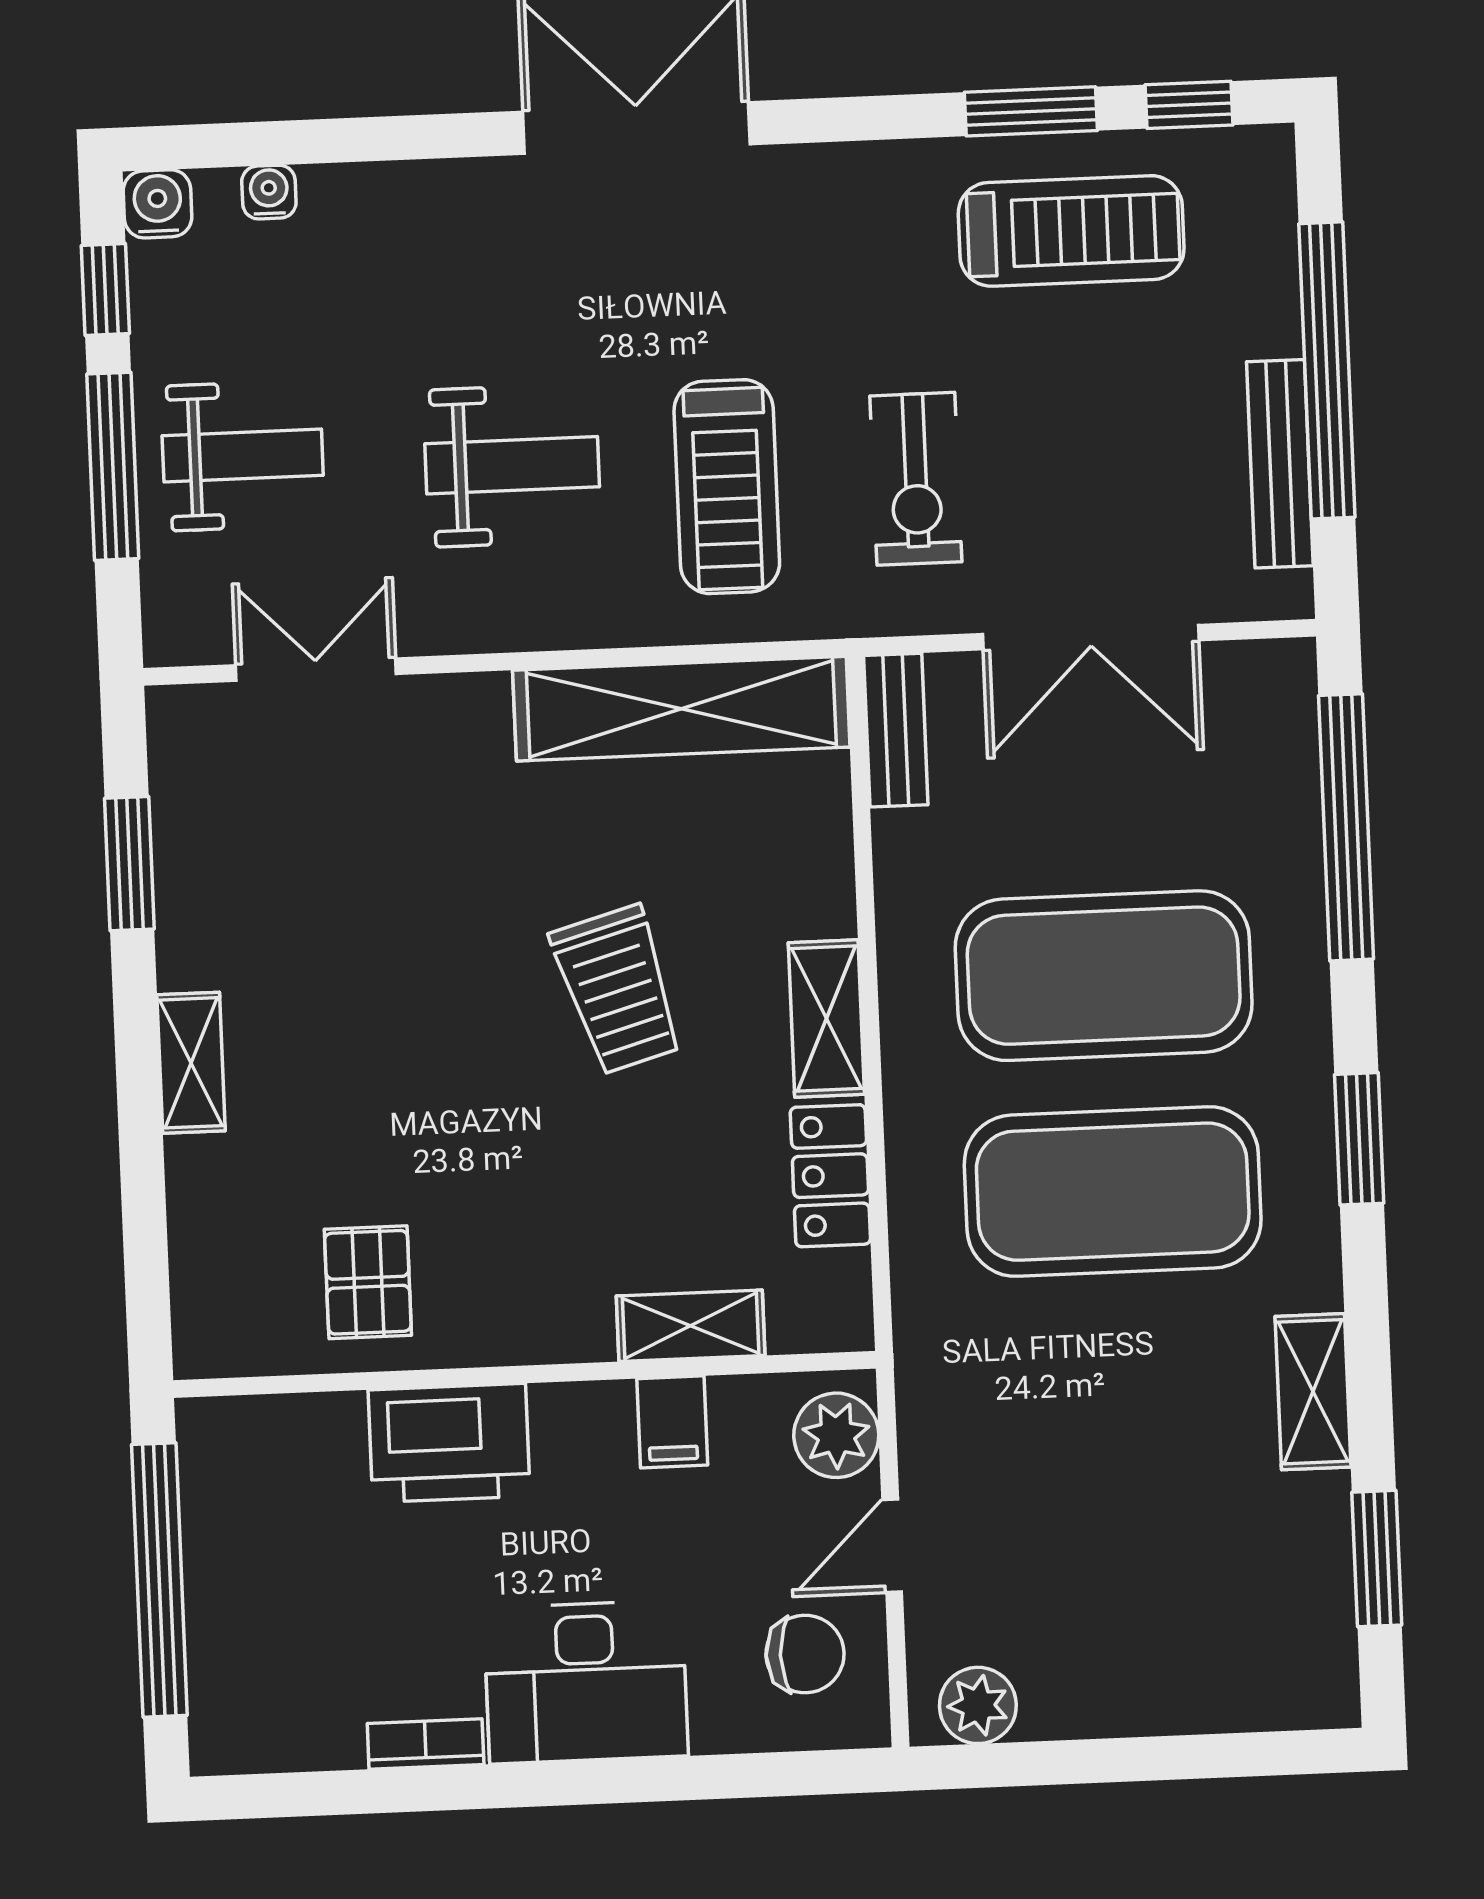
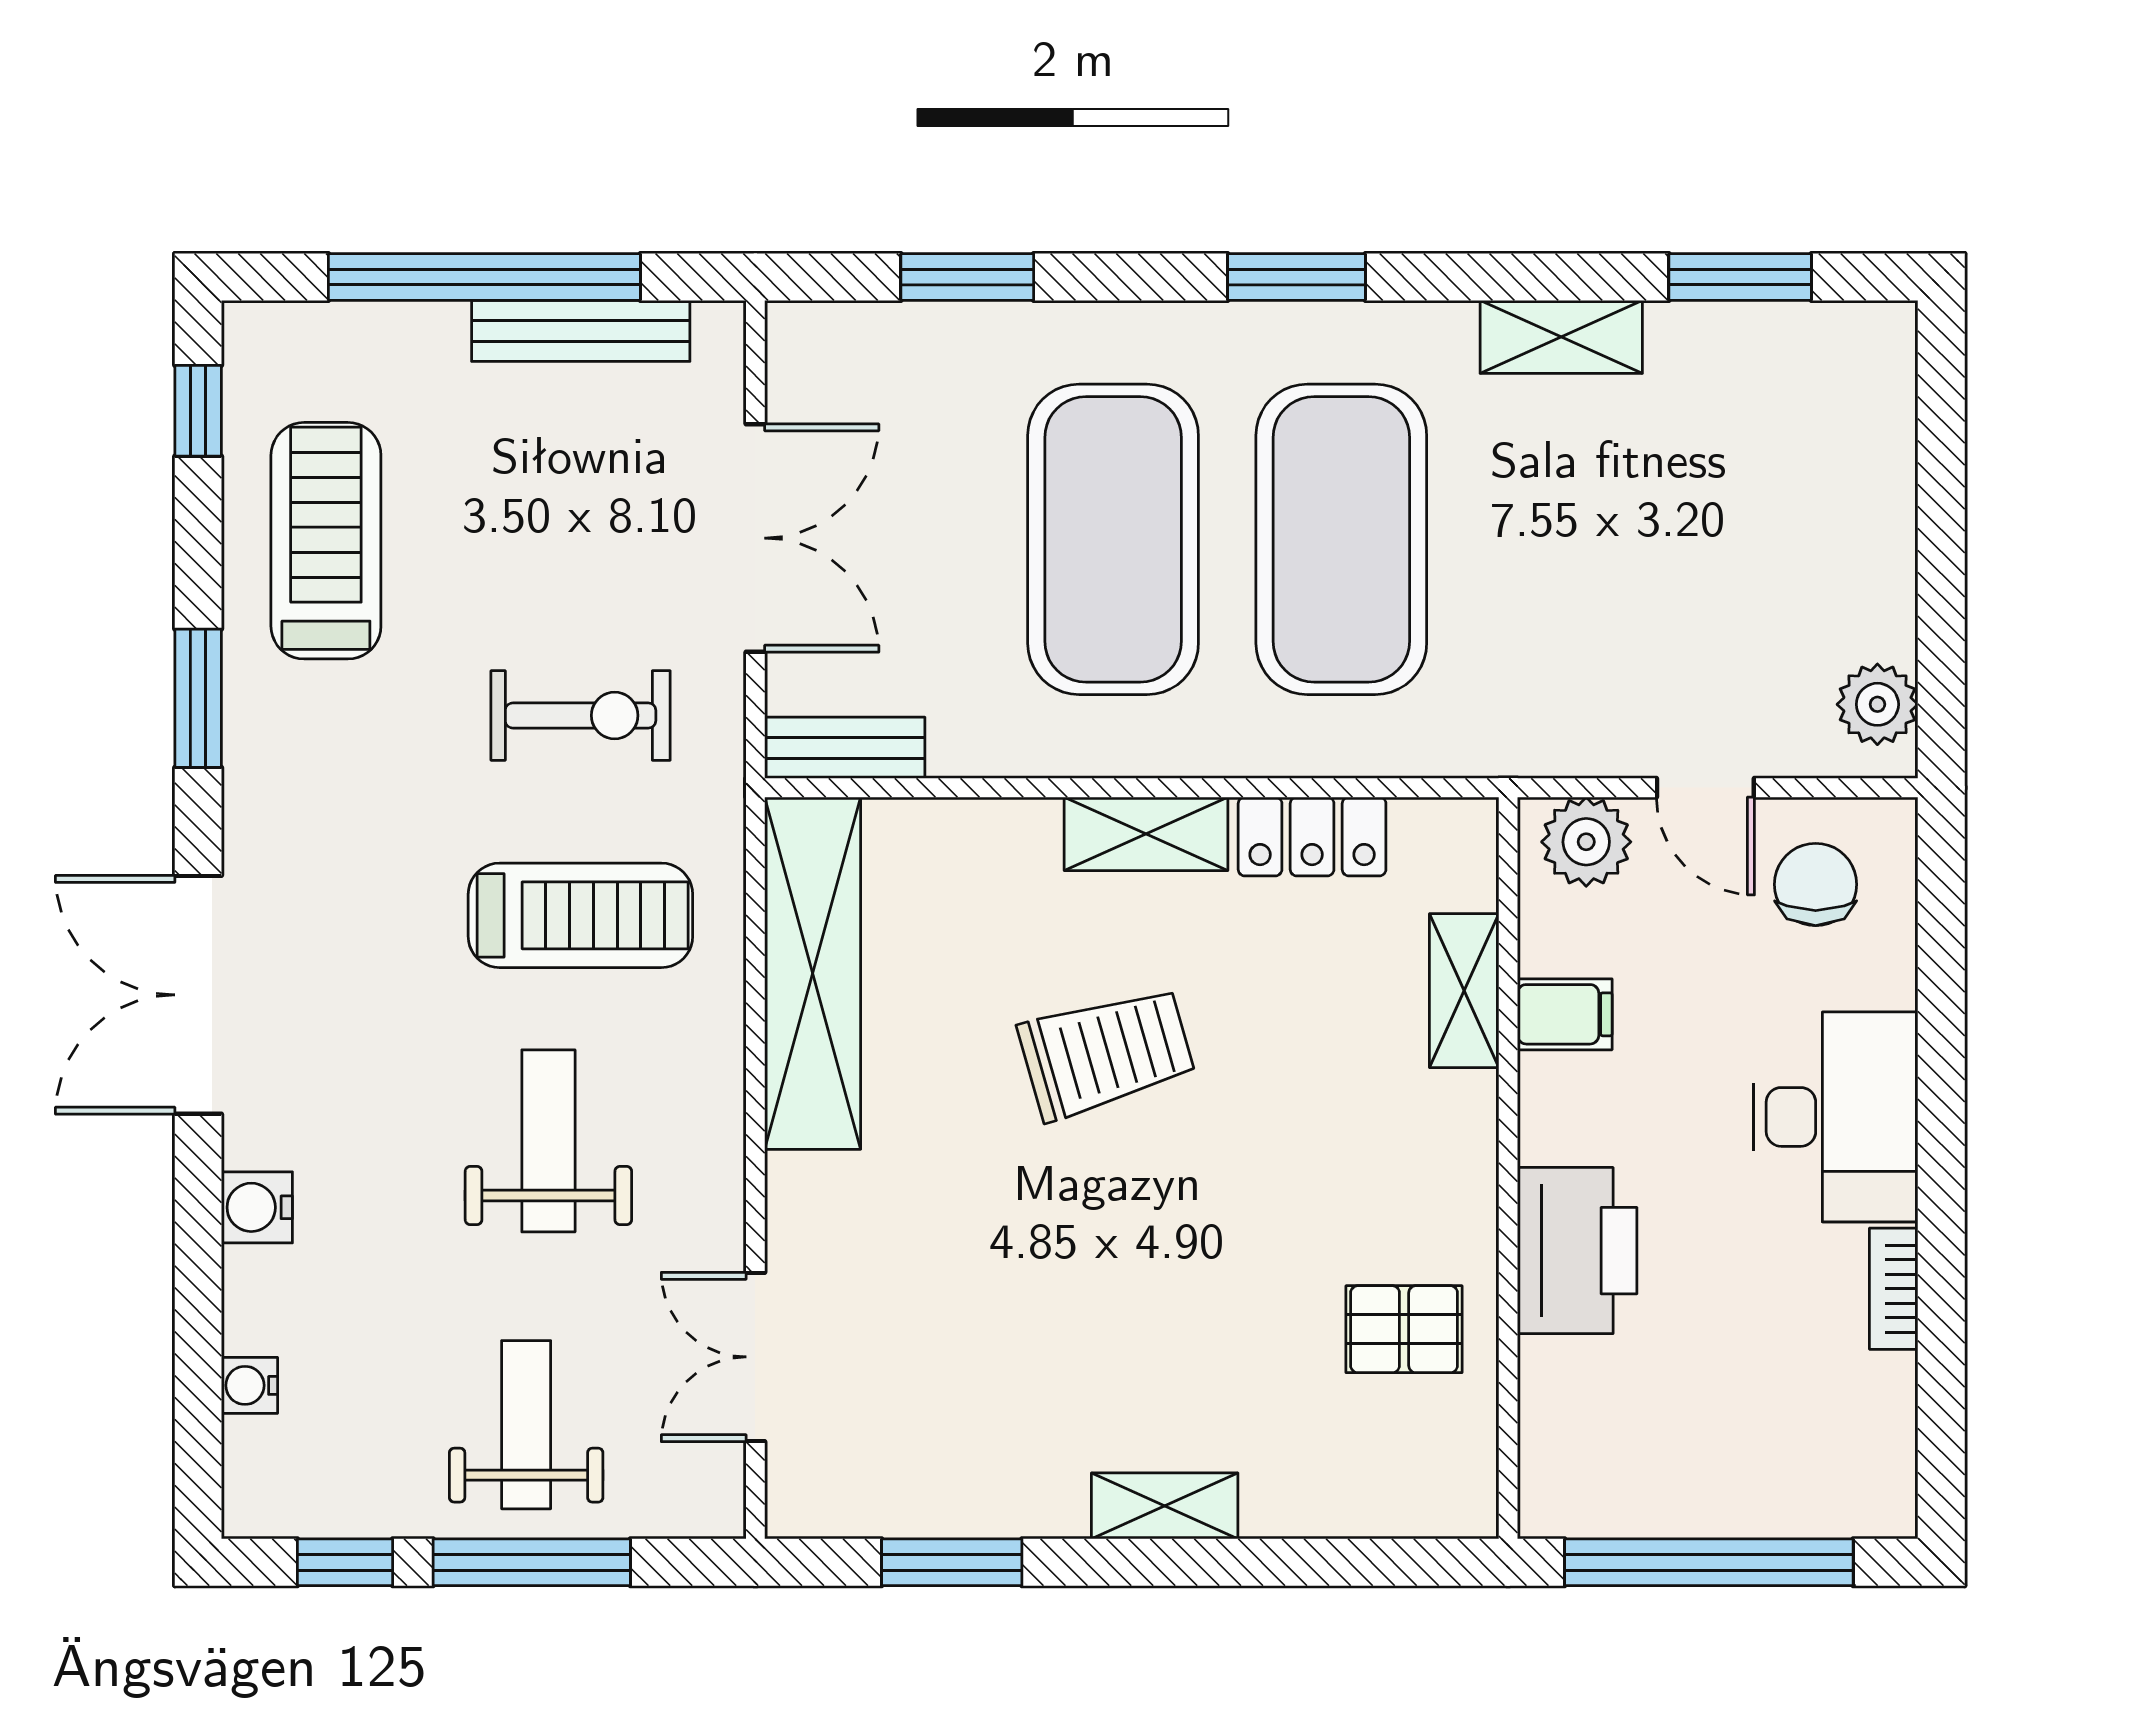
window: (1031, 111) -> (198, 698), moved
water cooler: (158, 204) -> (257, 1207), moved
window: (1346, 827) -> (967, 277), width x0.47

